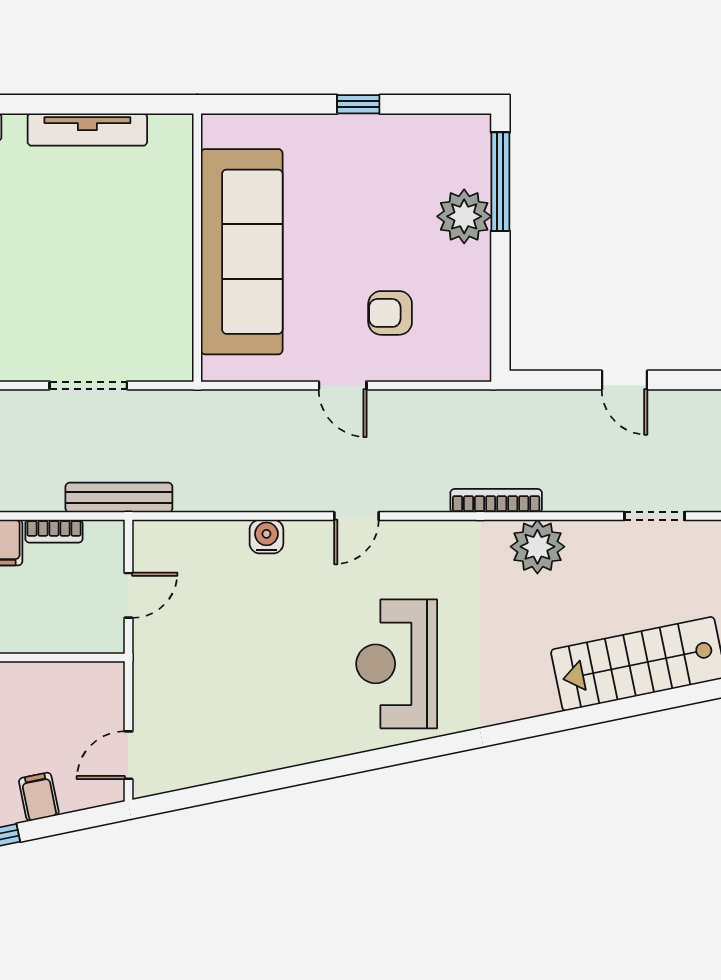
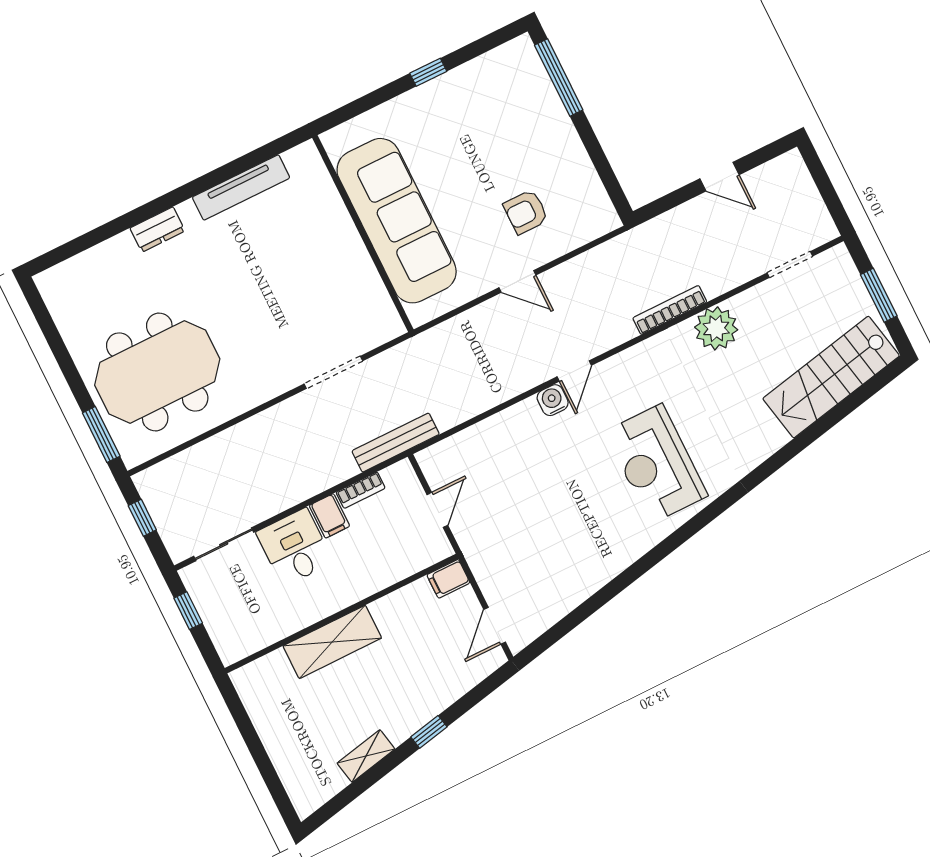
plant: (464, 216) -> (545, 116), removed
water cooler: (266, 537) -> (553, 400), moved
filing cabinet: (39, 797) -> (448, 579), moved, turned -78

